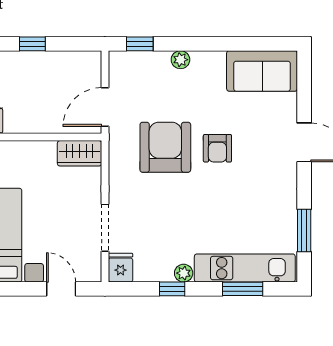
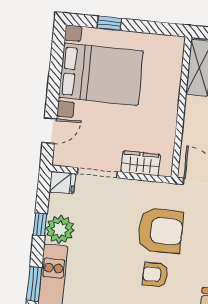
wardrobe: (80, 153) -> (141, 163), moved, turned 90
plant: (184, 273) -> (60, 229), width x1.88, depth x1.88

